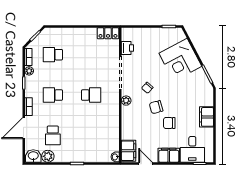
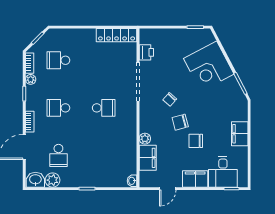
locker: (108, 33) -> (117, 35), width x1.53
plant: (126, 101) -> (145, 139), moved
filing cabinet: (129, 151) -> (148, 158), moved
door: (146, 164) -> (168, 189), swing flipped

